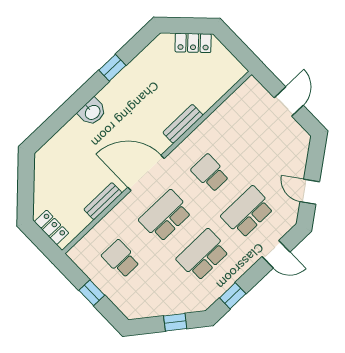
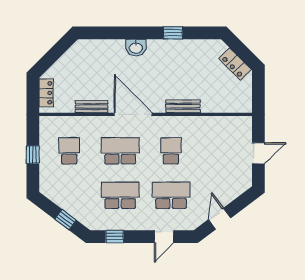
door: (276, 254) -> (164, 237), hinge flipped

